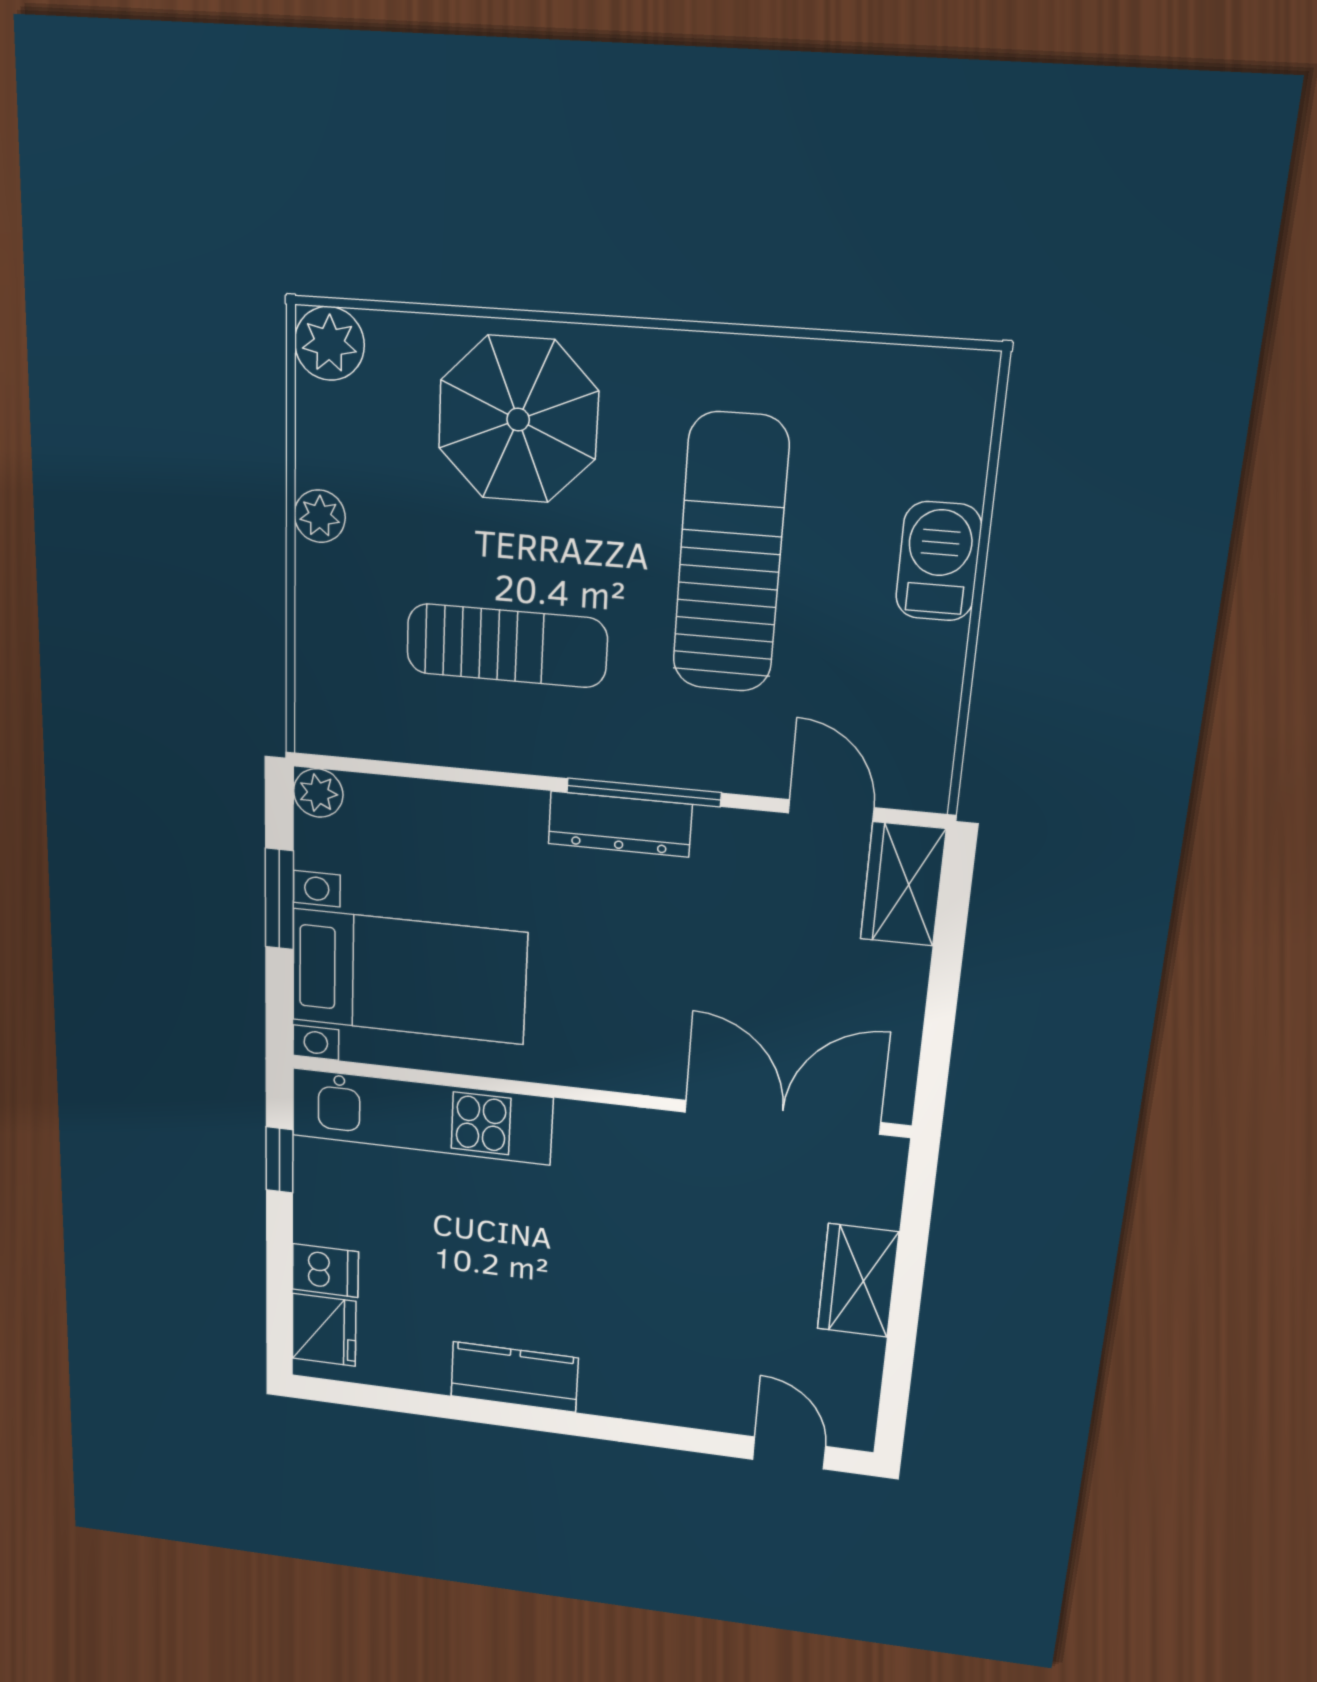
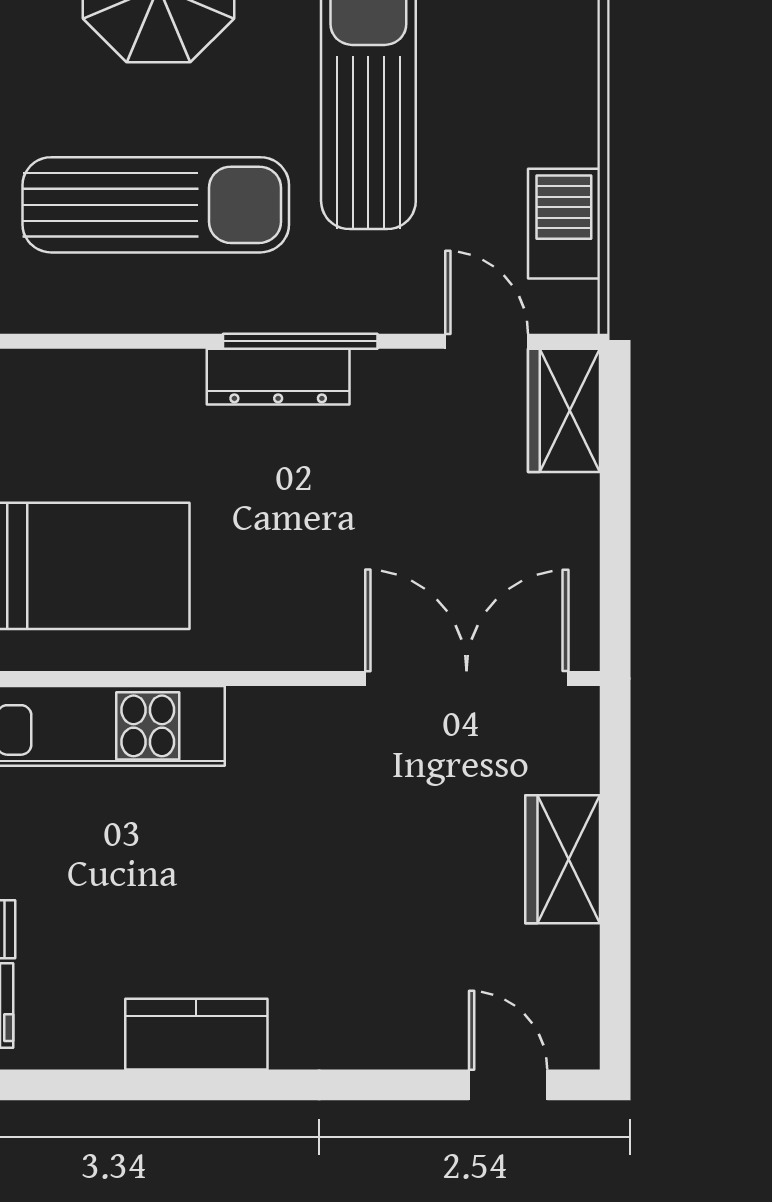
barbecue: (939, 561) -> (564, 224), moved
sun lounger: (507, 646) -> (156, 205), width x1.36, depth x1.34

